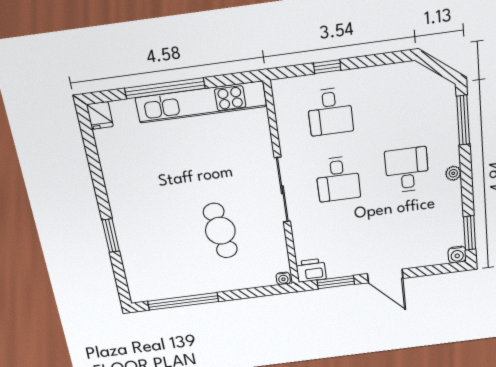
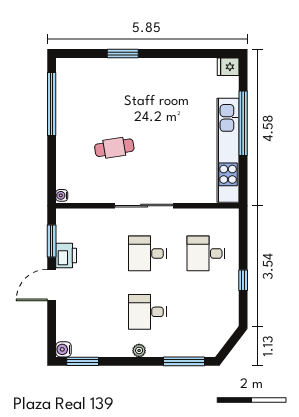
window: (327, 67) -> (243, 280), moved
desk: (407, 170) -> (147, 312), turned 180
cafe table: (220, 231) -> (114, 148), width x0.73, depth x0.74
printer: (311, 270) -> (66, 255), moved

